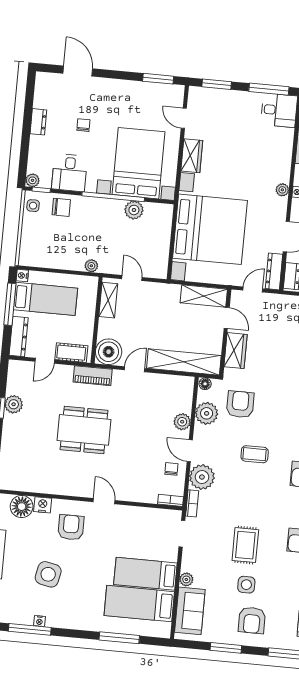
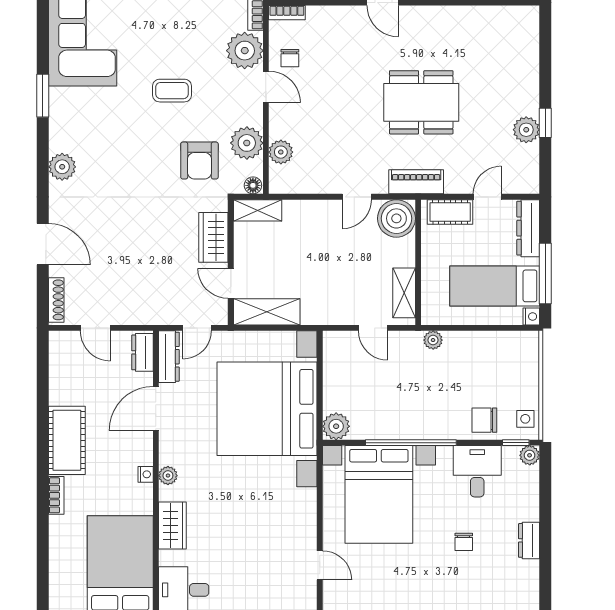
wardrobe: (192, 156) -> (172, 526), moved, turned 180
plant: (134, 210) -> (336, 426), moved
shelving: (184, 362) -> (258, 210), width x0.45, depth x0.75
plant: (182, 422) -> (281, 152), moved

